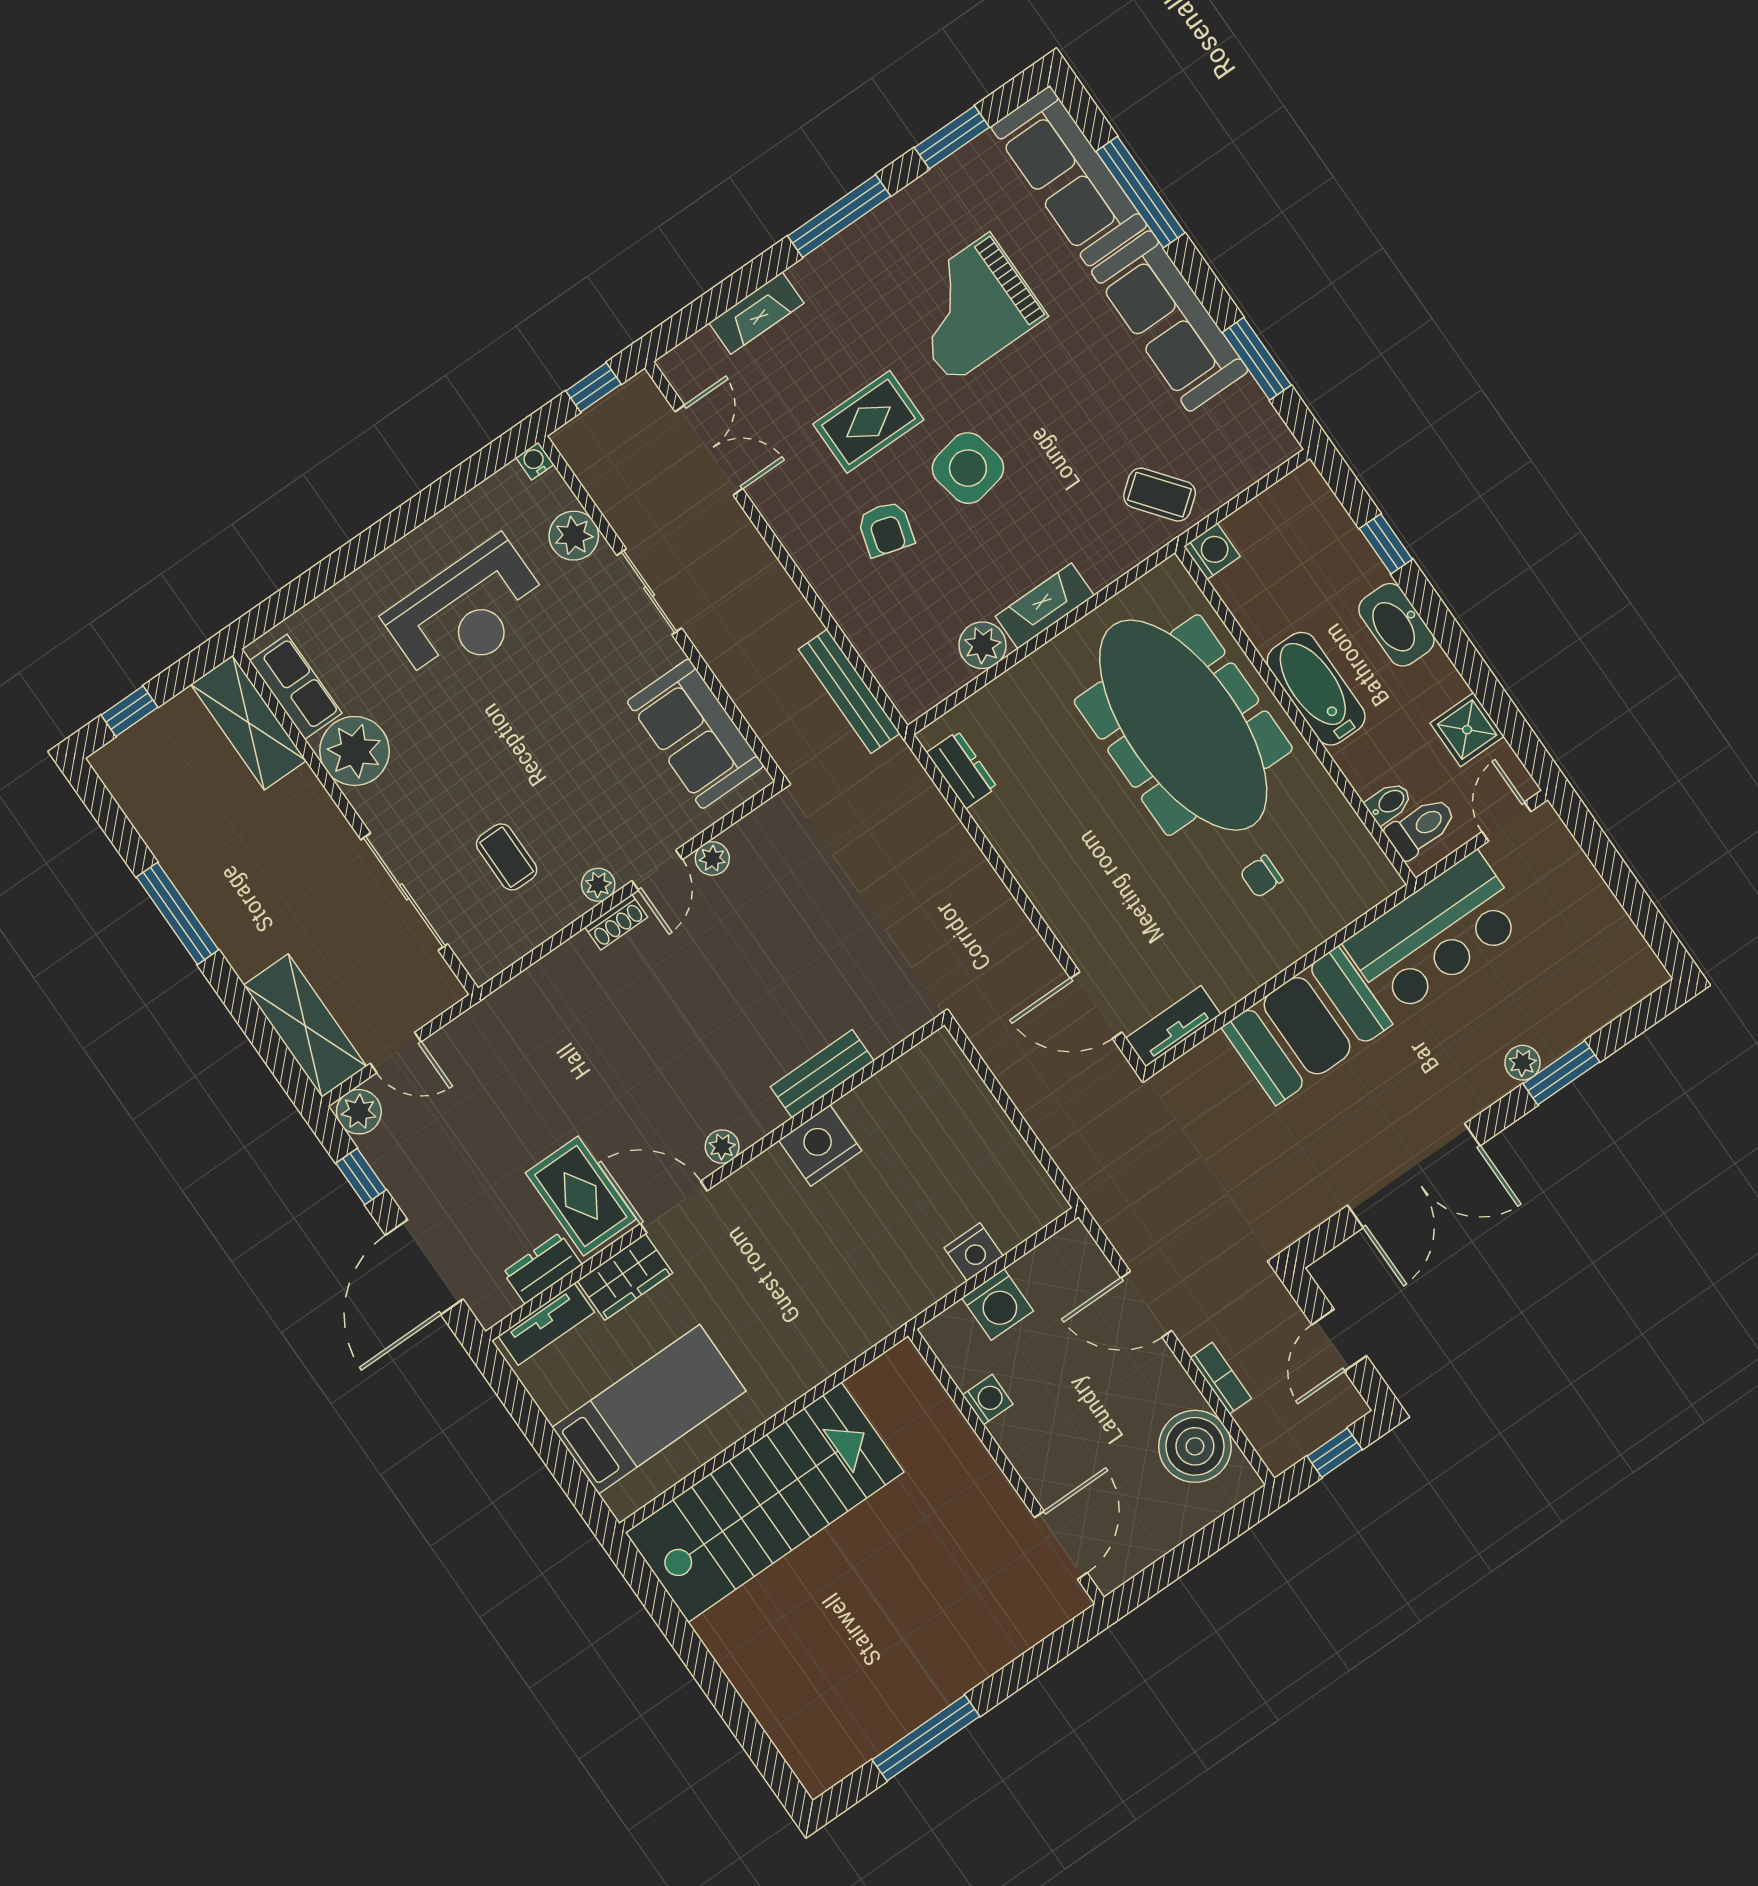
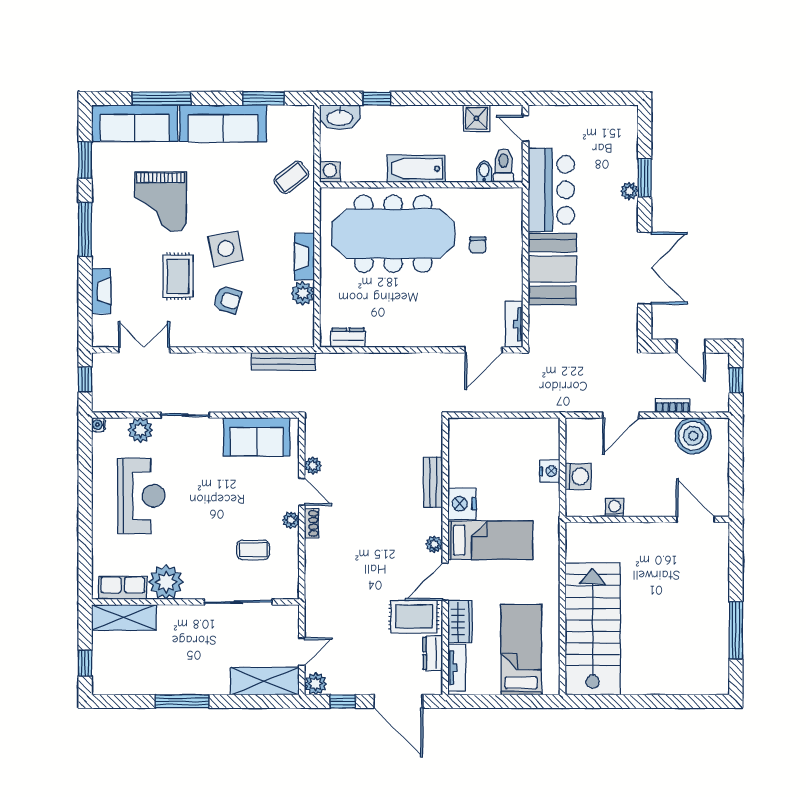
washbasin: (1396, 625) -> (340, 117), moved
bed: (793, 1234) -> (490, 540), added

